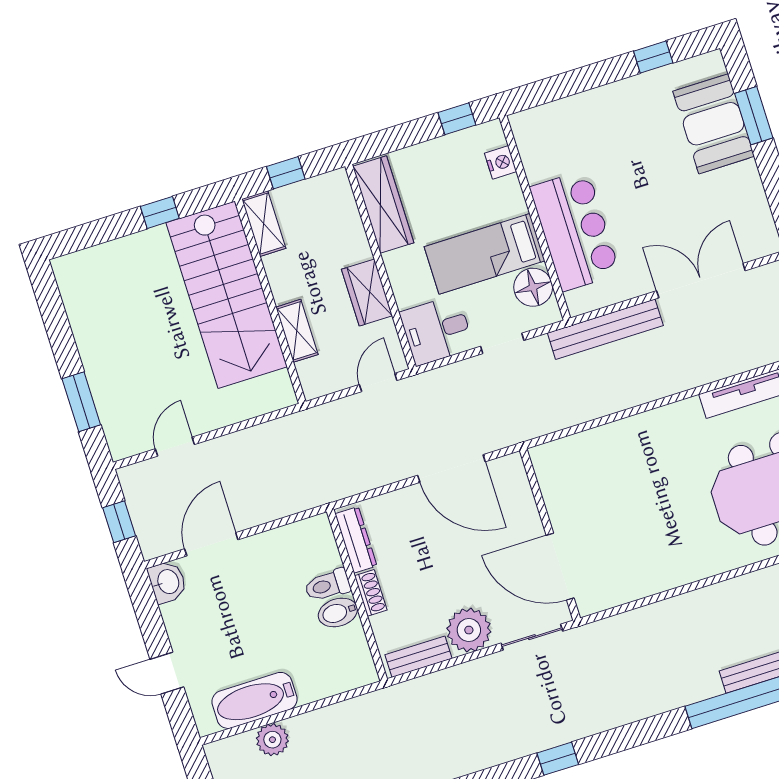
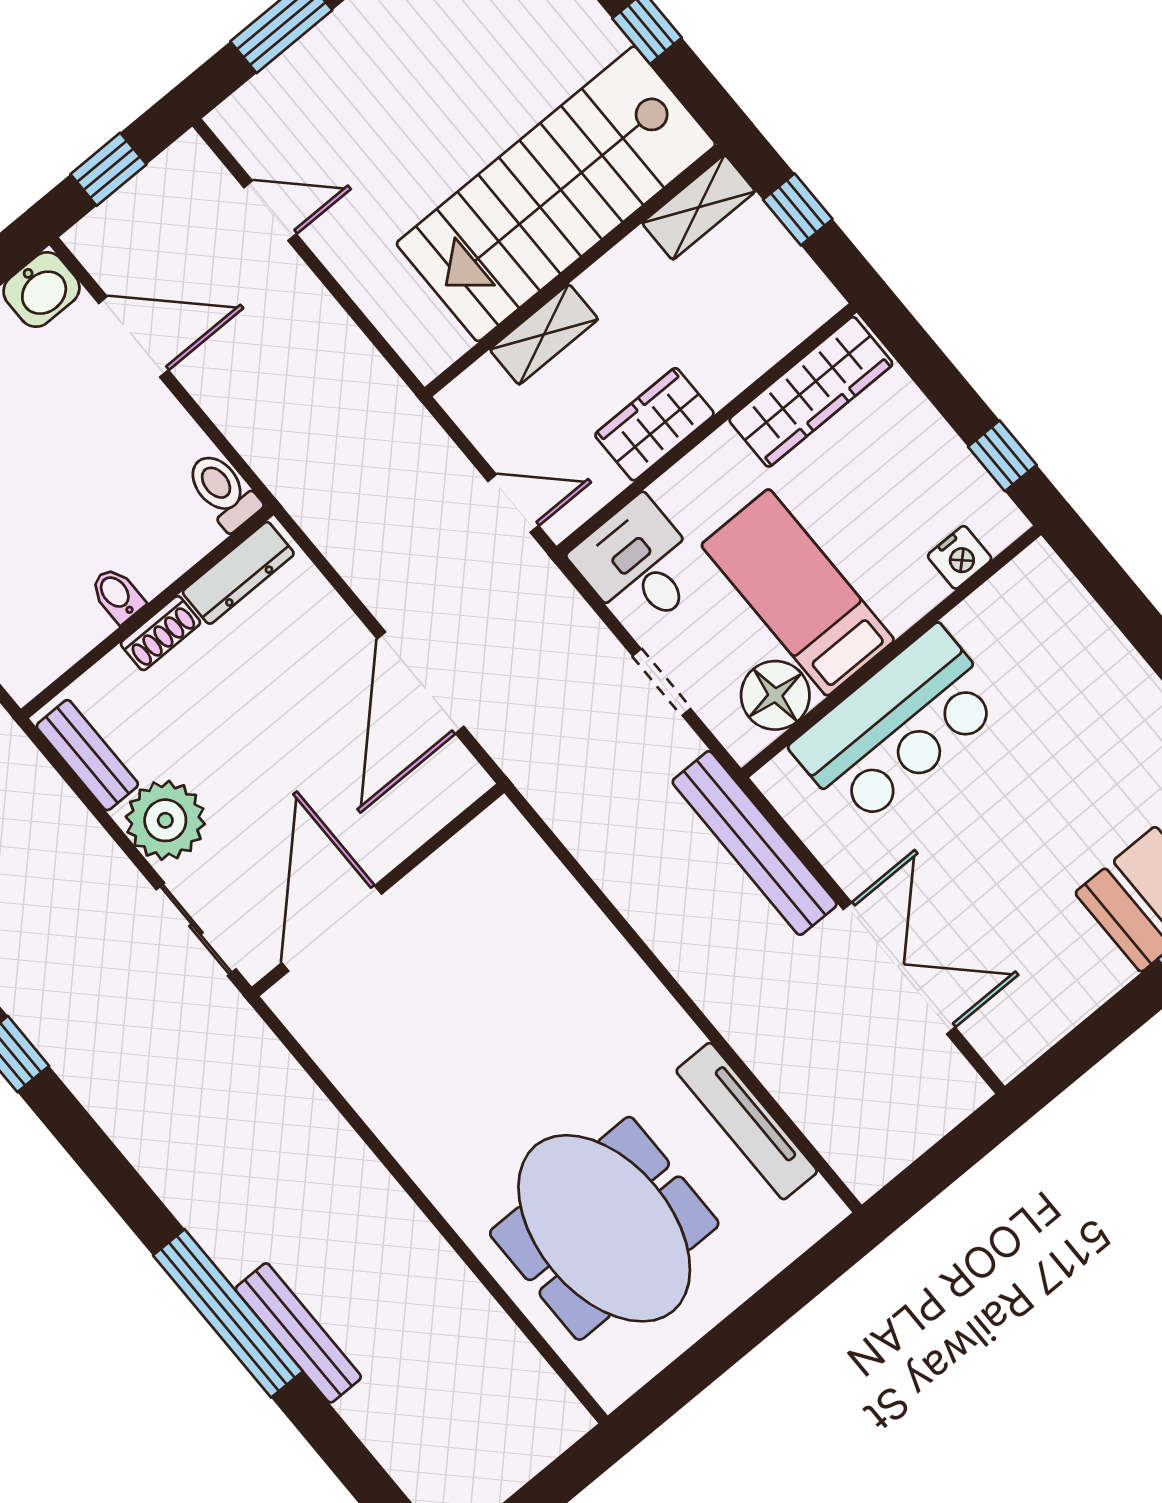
toilet: (327, 585) -> (223, 491), moved
bidet: (338, 613) -> (117, 595), width x0.72, depth x0.74

